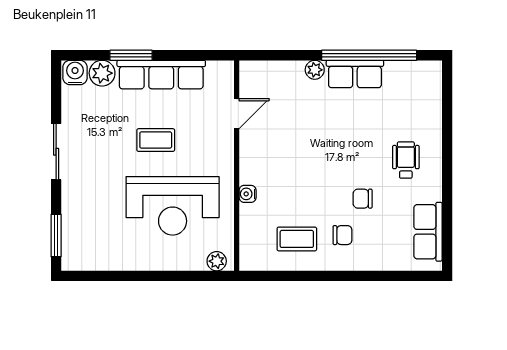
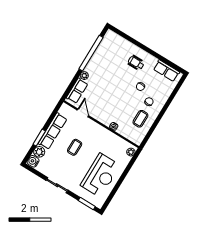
row of seats: (355, 74) -> (77, 91), moved
reception desk: (173, 206) -> (100, 175), moved

